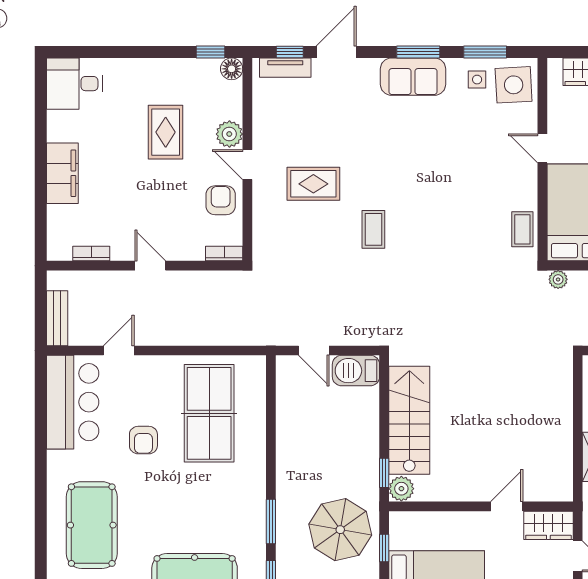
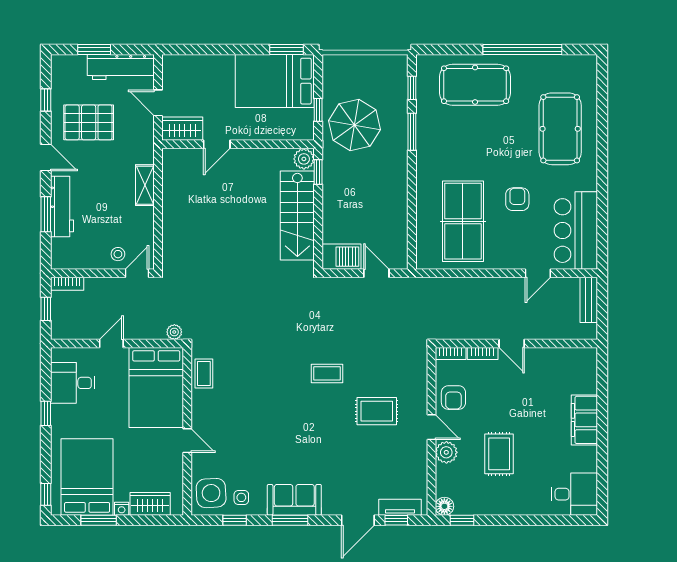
window: (485, 52) -> (235, 520), width x0.67
coffee table: (373, 229) -> (327, 373), turned 90
bookcase: (91, 253) -> (483, 354), moved

